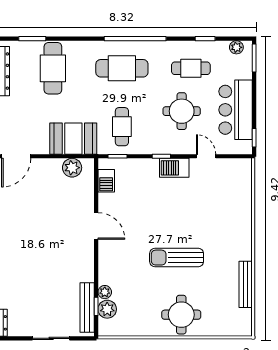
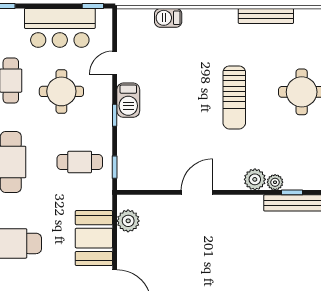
booth: (73, 139) -> (94, 238), moved
barbecue: (106, 181) -> (168, 18), moved, turned 180
plant: (107, 309) -> (255, 179), moved

